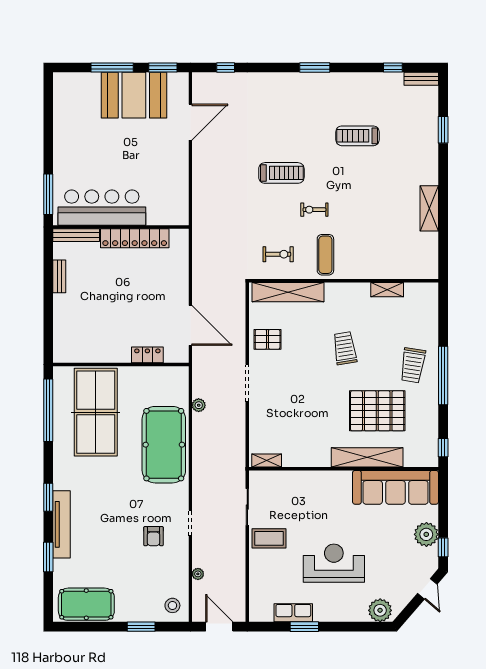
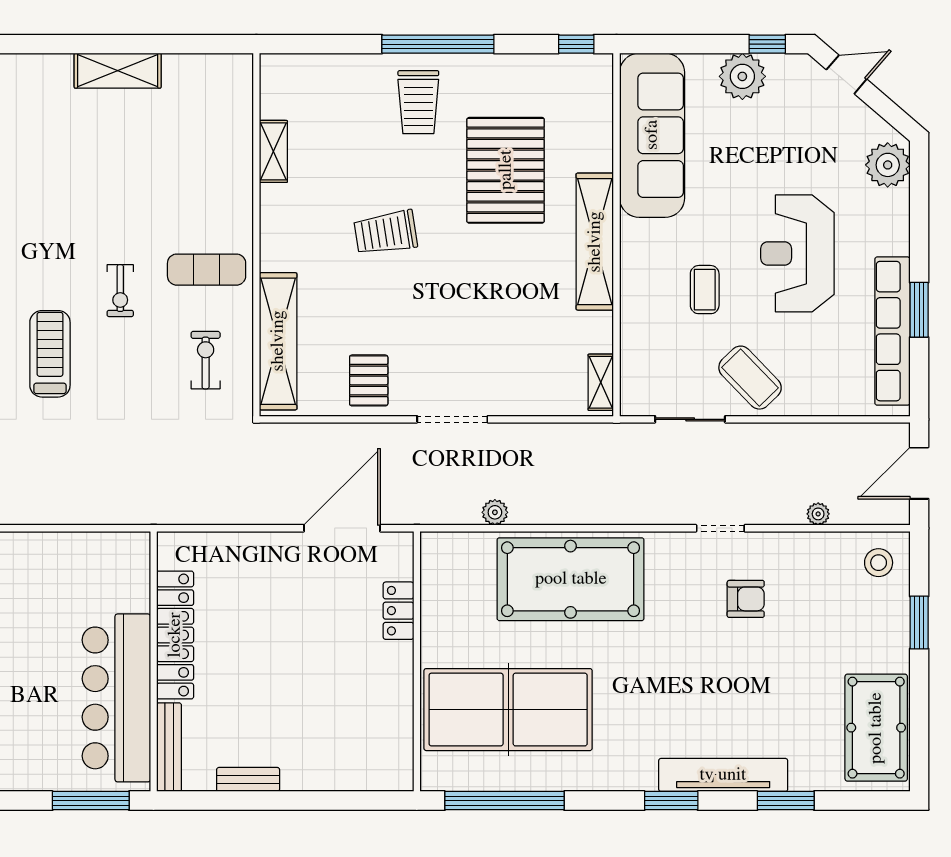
trolley: (413, 365) -> (418, 102), turned 81
shelving: (367, 457) -> (595, 242), moved
coffee table: (315, 515) -> (705, 290), added
coffee table: (269, 538) -> (750, 378), turned -44
row of seats: (293, 613) -> (892, 331), width x2.02

